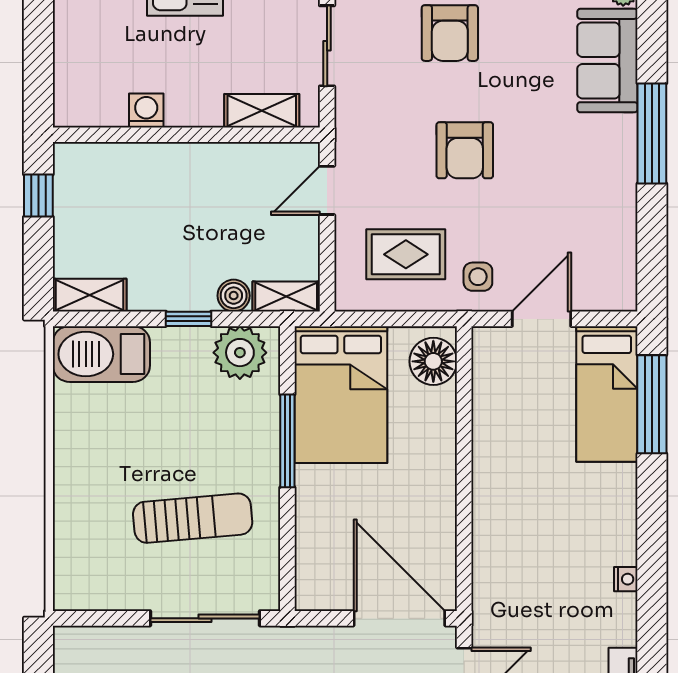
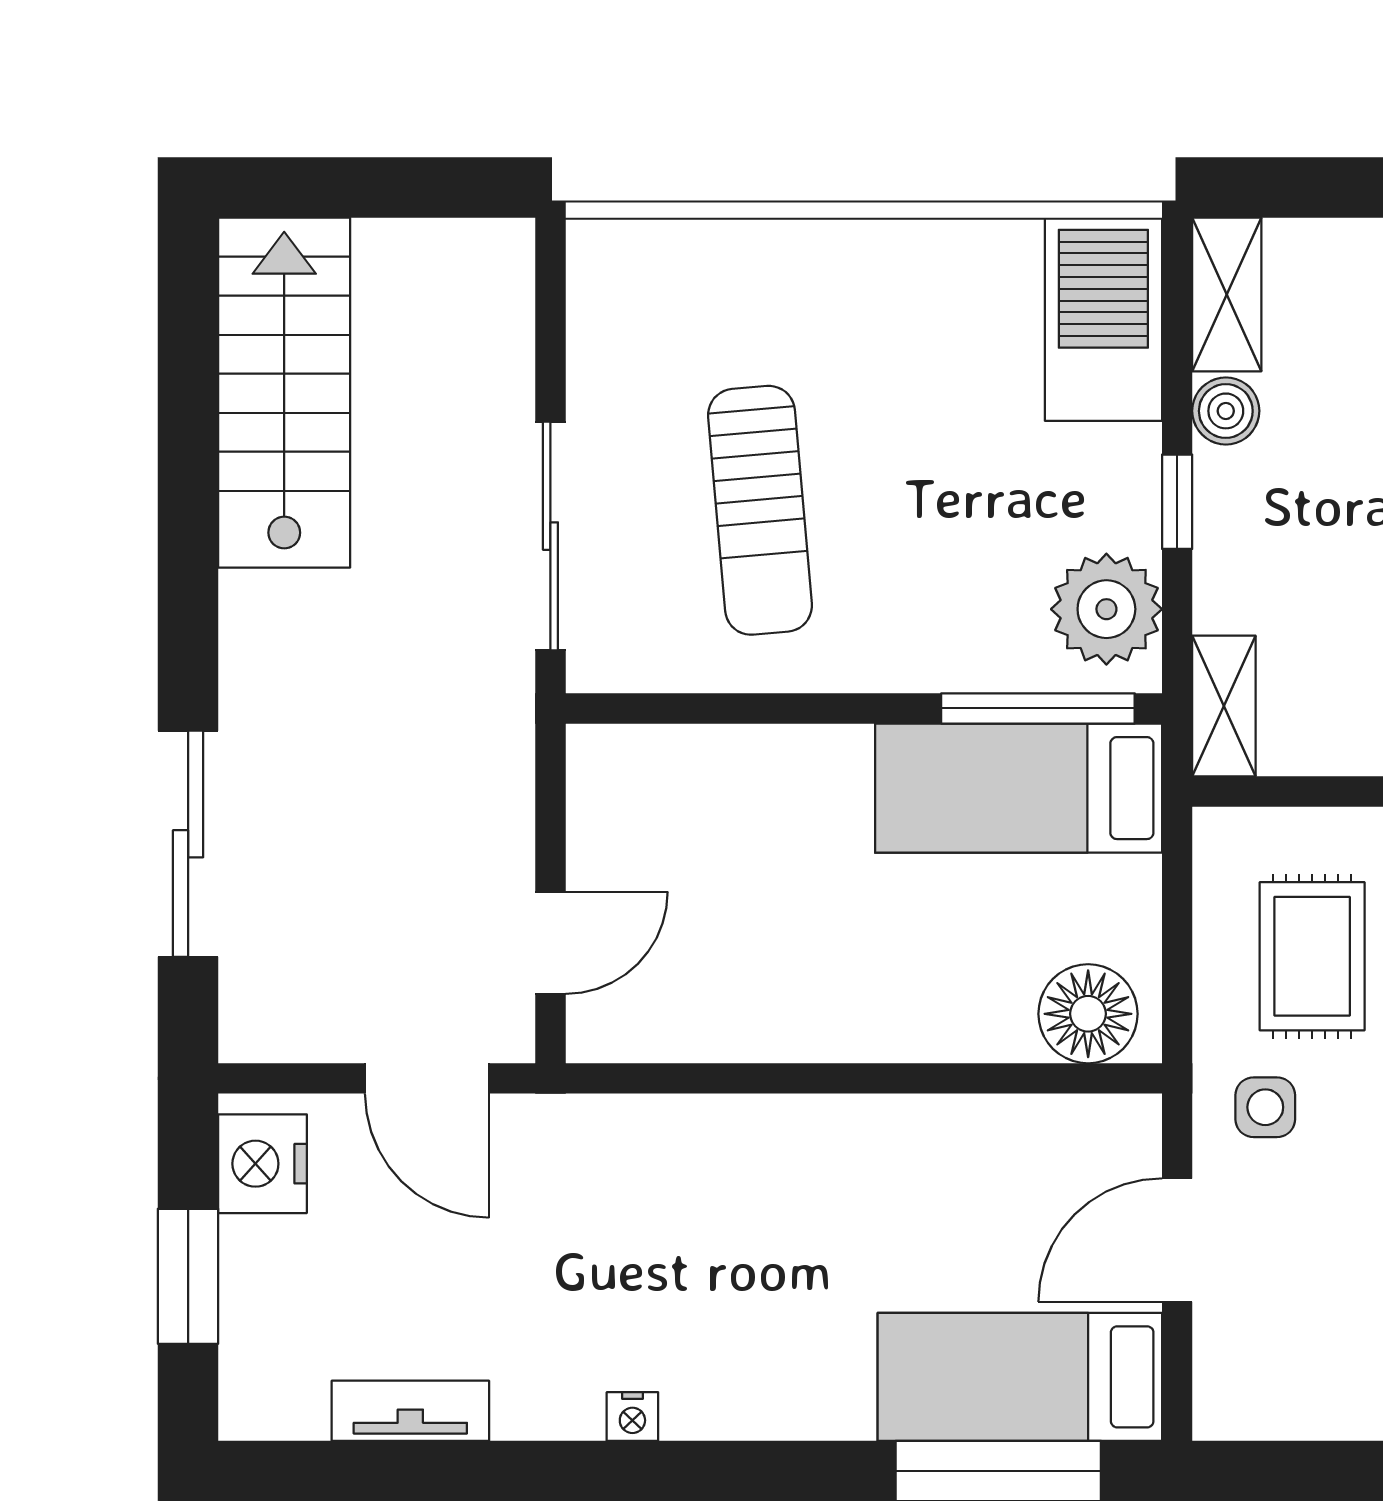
boiler: (234, 296) -> (1226, 411), moved
door: (541, 319) -> (1177, 1240), swing flipped
bed: (341, 395) -> (1019, 788), width x0.67
window: (287, 441) -> (1038, 708), moved
door: (399, 618) -> (550, 943), width x0.53

